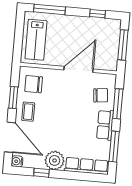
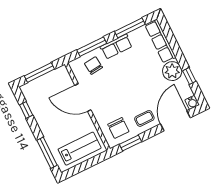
window: (13, 97) -> (131, 143), moved

